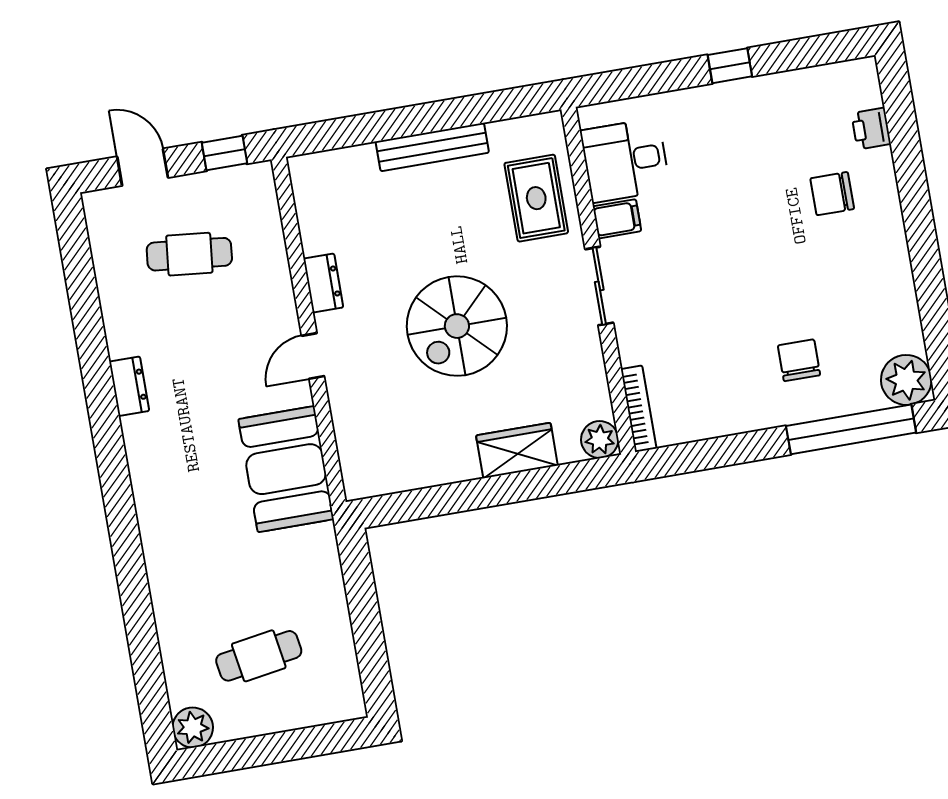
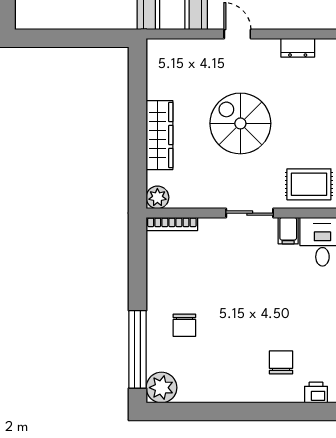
dresser: (323, 283) -> (298, 48), moved
chair: (799, 360) -> (184, 325), turned 90
wardrobe: (517, 450) -> (159, 135), width x1.50

